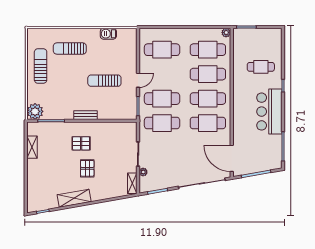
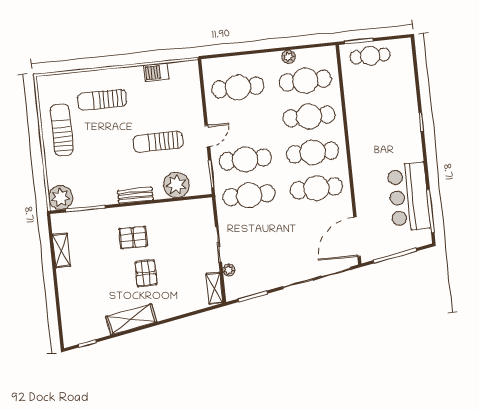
plant: (226, 33) -> (289, 57), moved
cafe table: (261, 67) -> (370, 56), moved
plant: (114, 111) -> (176, 185), added
bar counter: (269, 112) -> (409, 197), moved
door: (232, 158) -> (357, 237), hinge flipped

